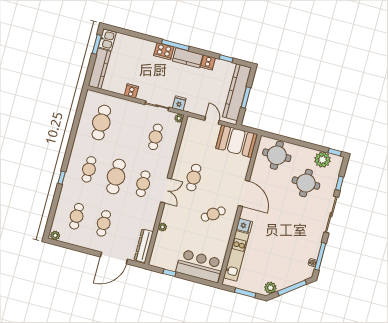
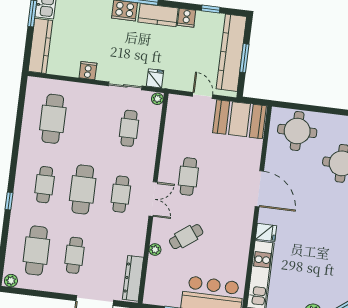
cafe table: (213, 214) -> (186, 237), moved
cafe table: (77, 216) -> (36, 251), width x1.37, depth x1.35

